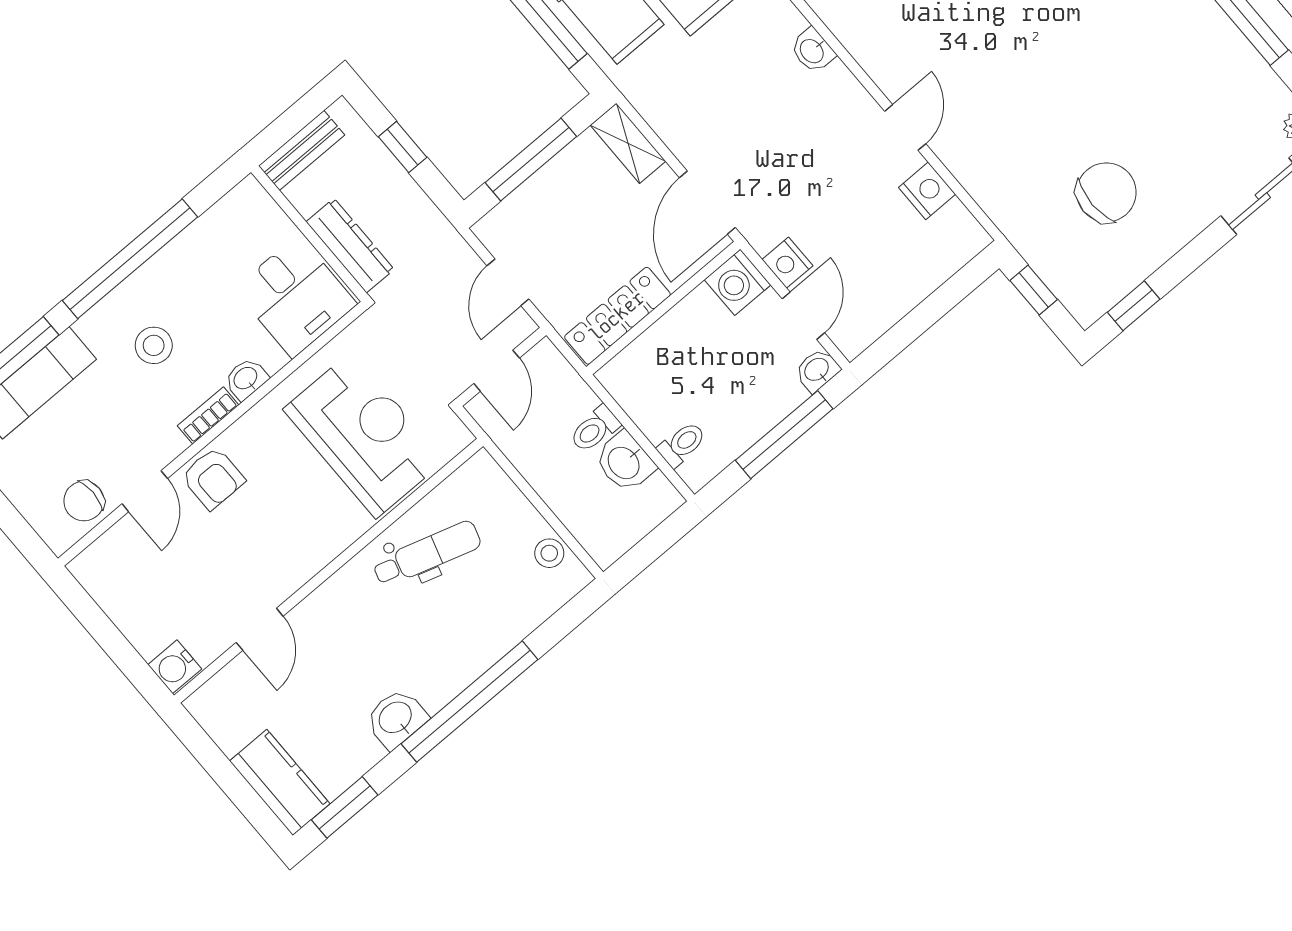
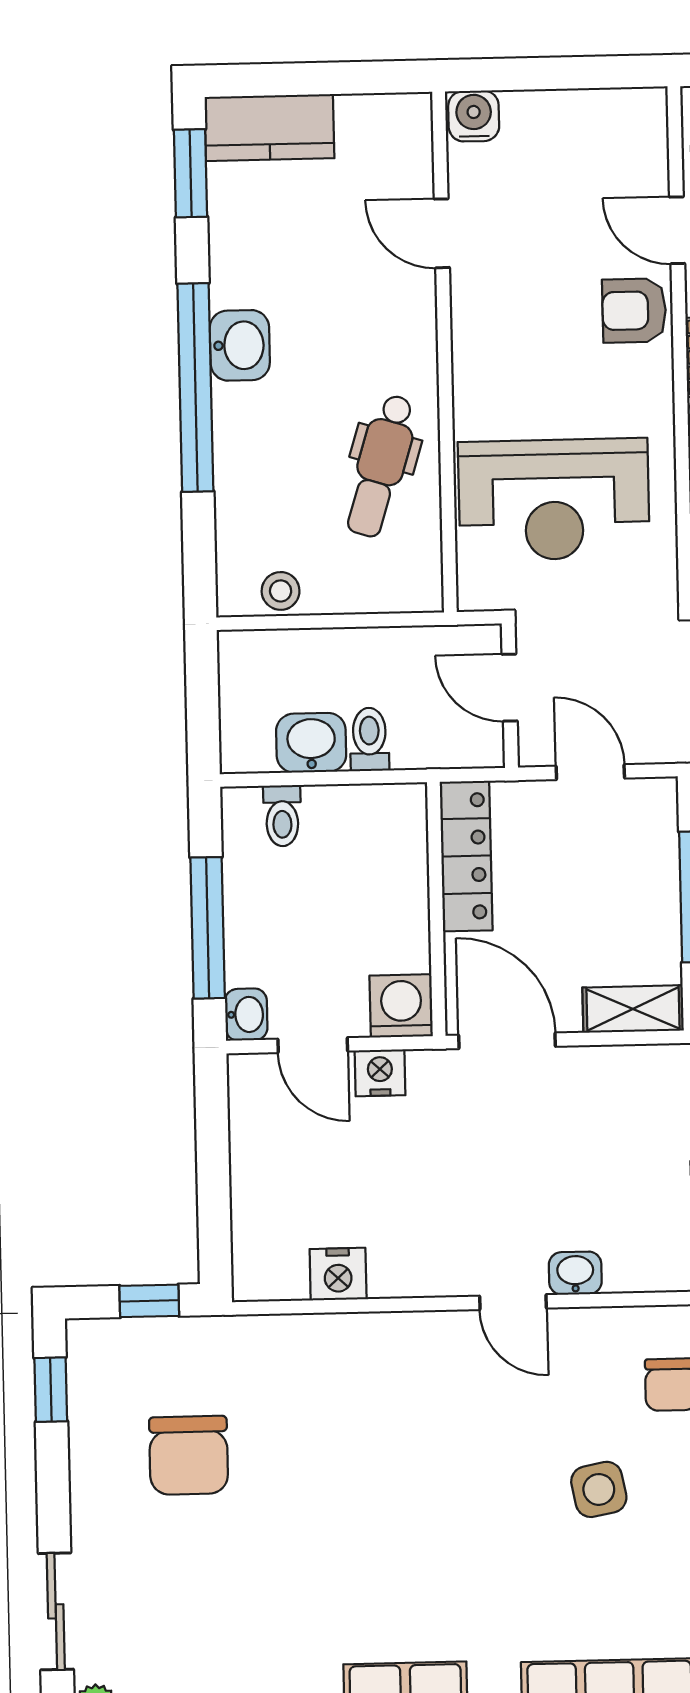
door: (905, 127) -> (513, 1302), moved
washbasin: (396, 718) -> (240, 345), moved

